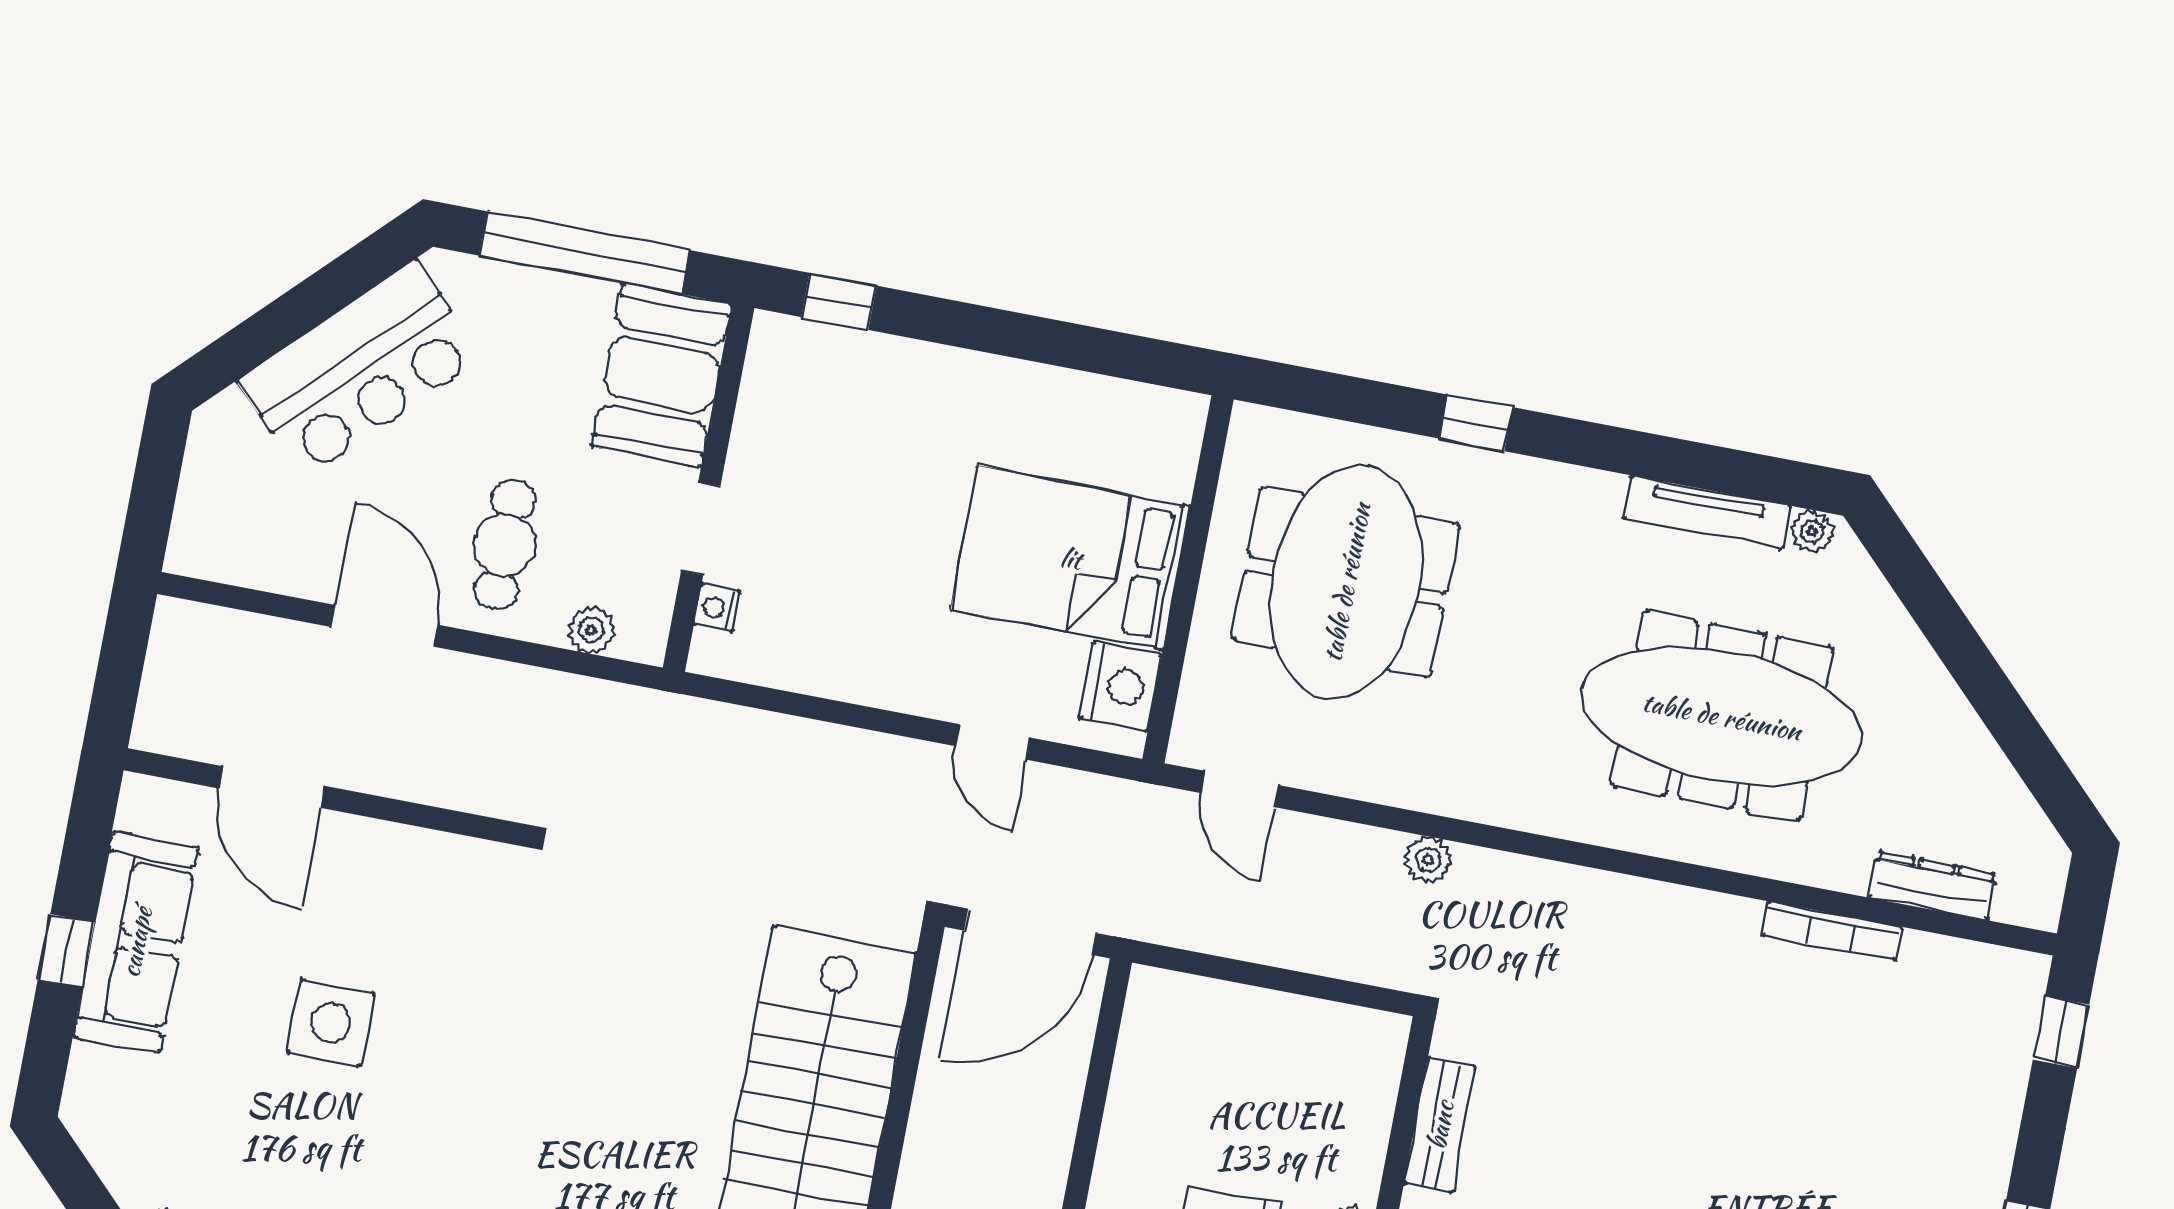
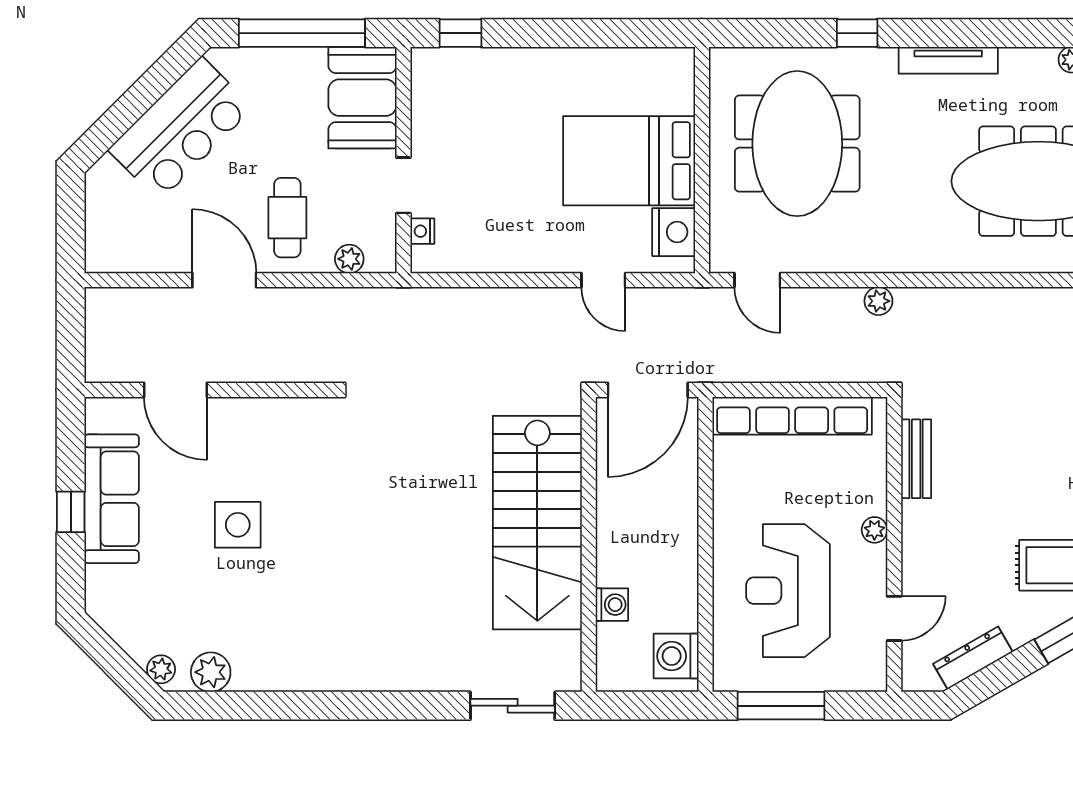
tv unit: (1707, 512) -> (948, 60), moved
row of seats: (1254, 1017) -> (792, 416), added

